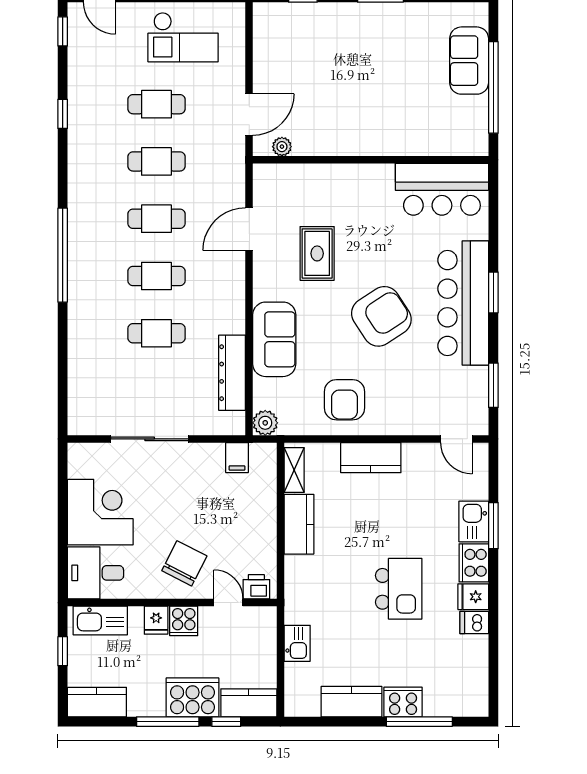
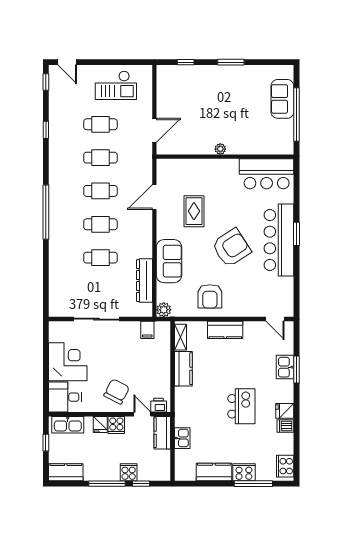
plant: (282, 147) -> (220, 149), moved
window: (493, 385) -> (297, 288), removed
cooker: (474, 563) -> (285, 466), moved
cooker: (193, 697) -> (129, 472), width x0.53, depth x0.76
kitchen counter: (249, 703) -> (162, 433), moved, turned -90

